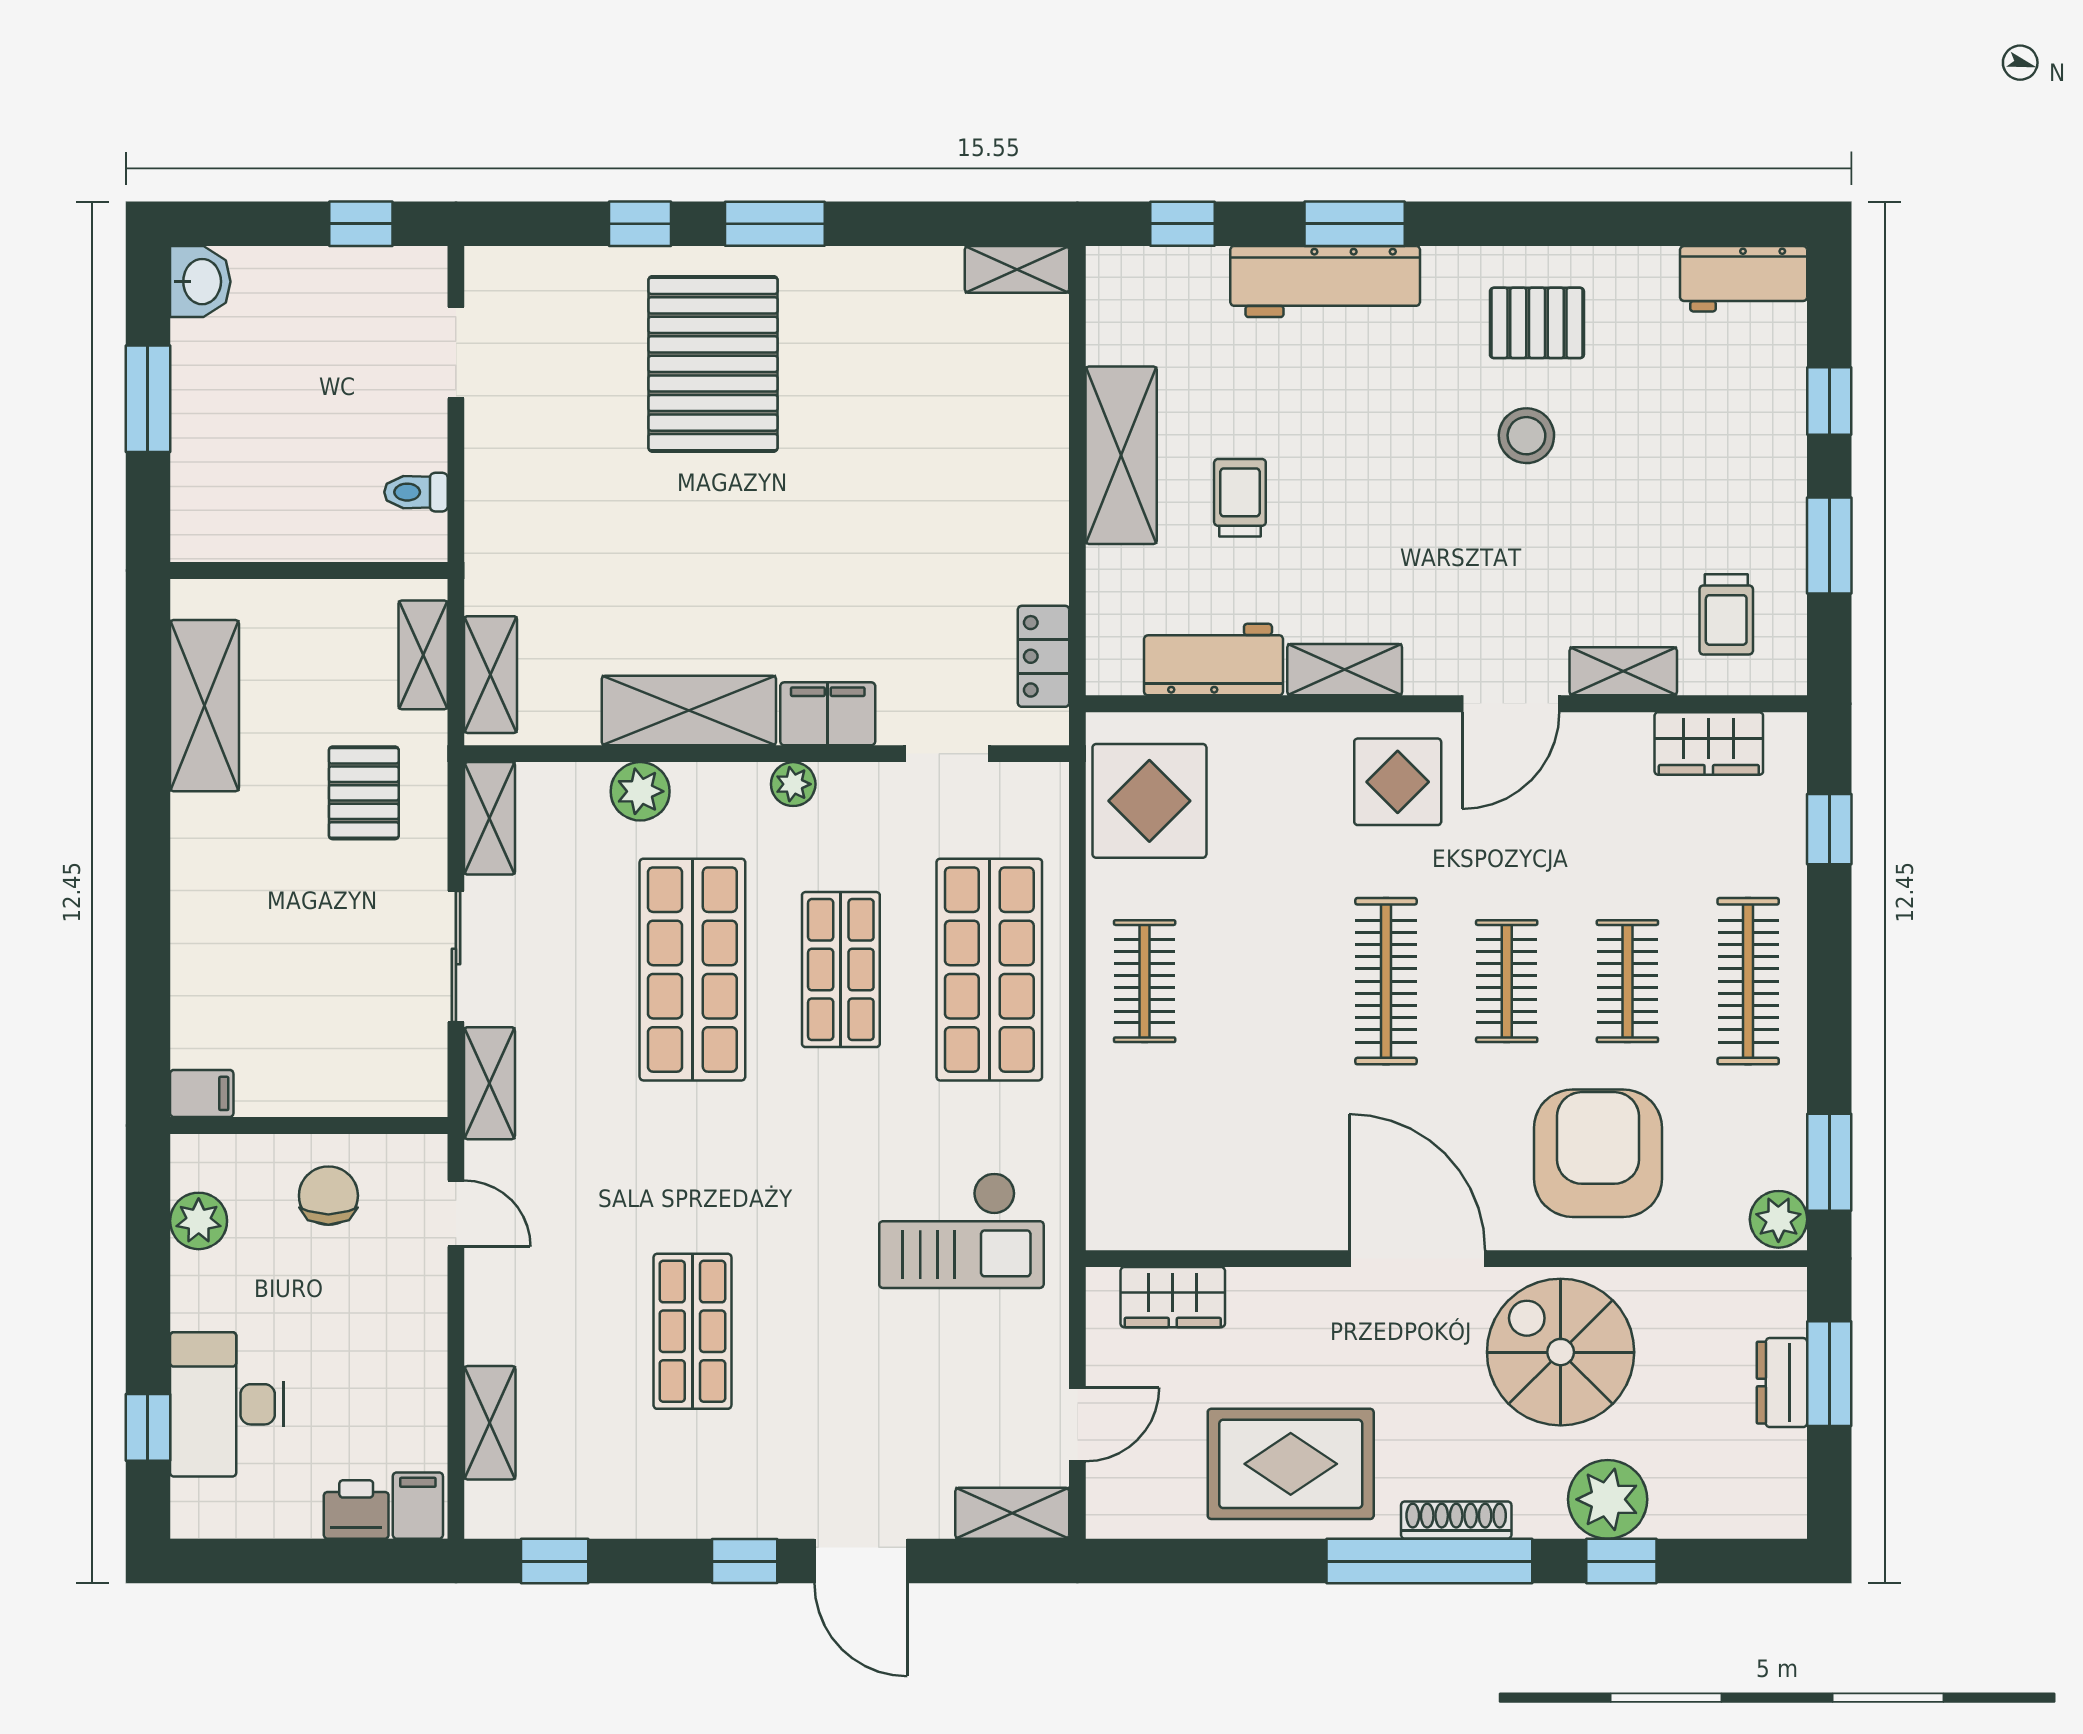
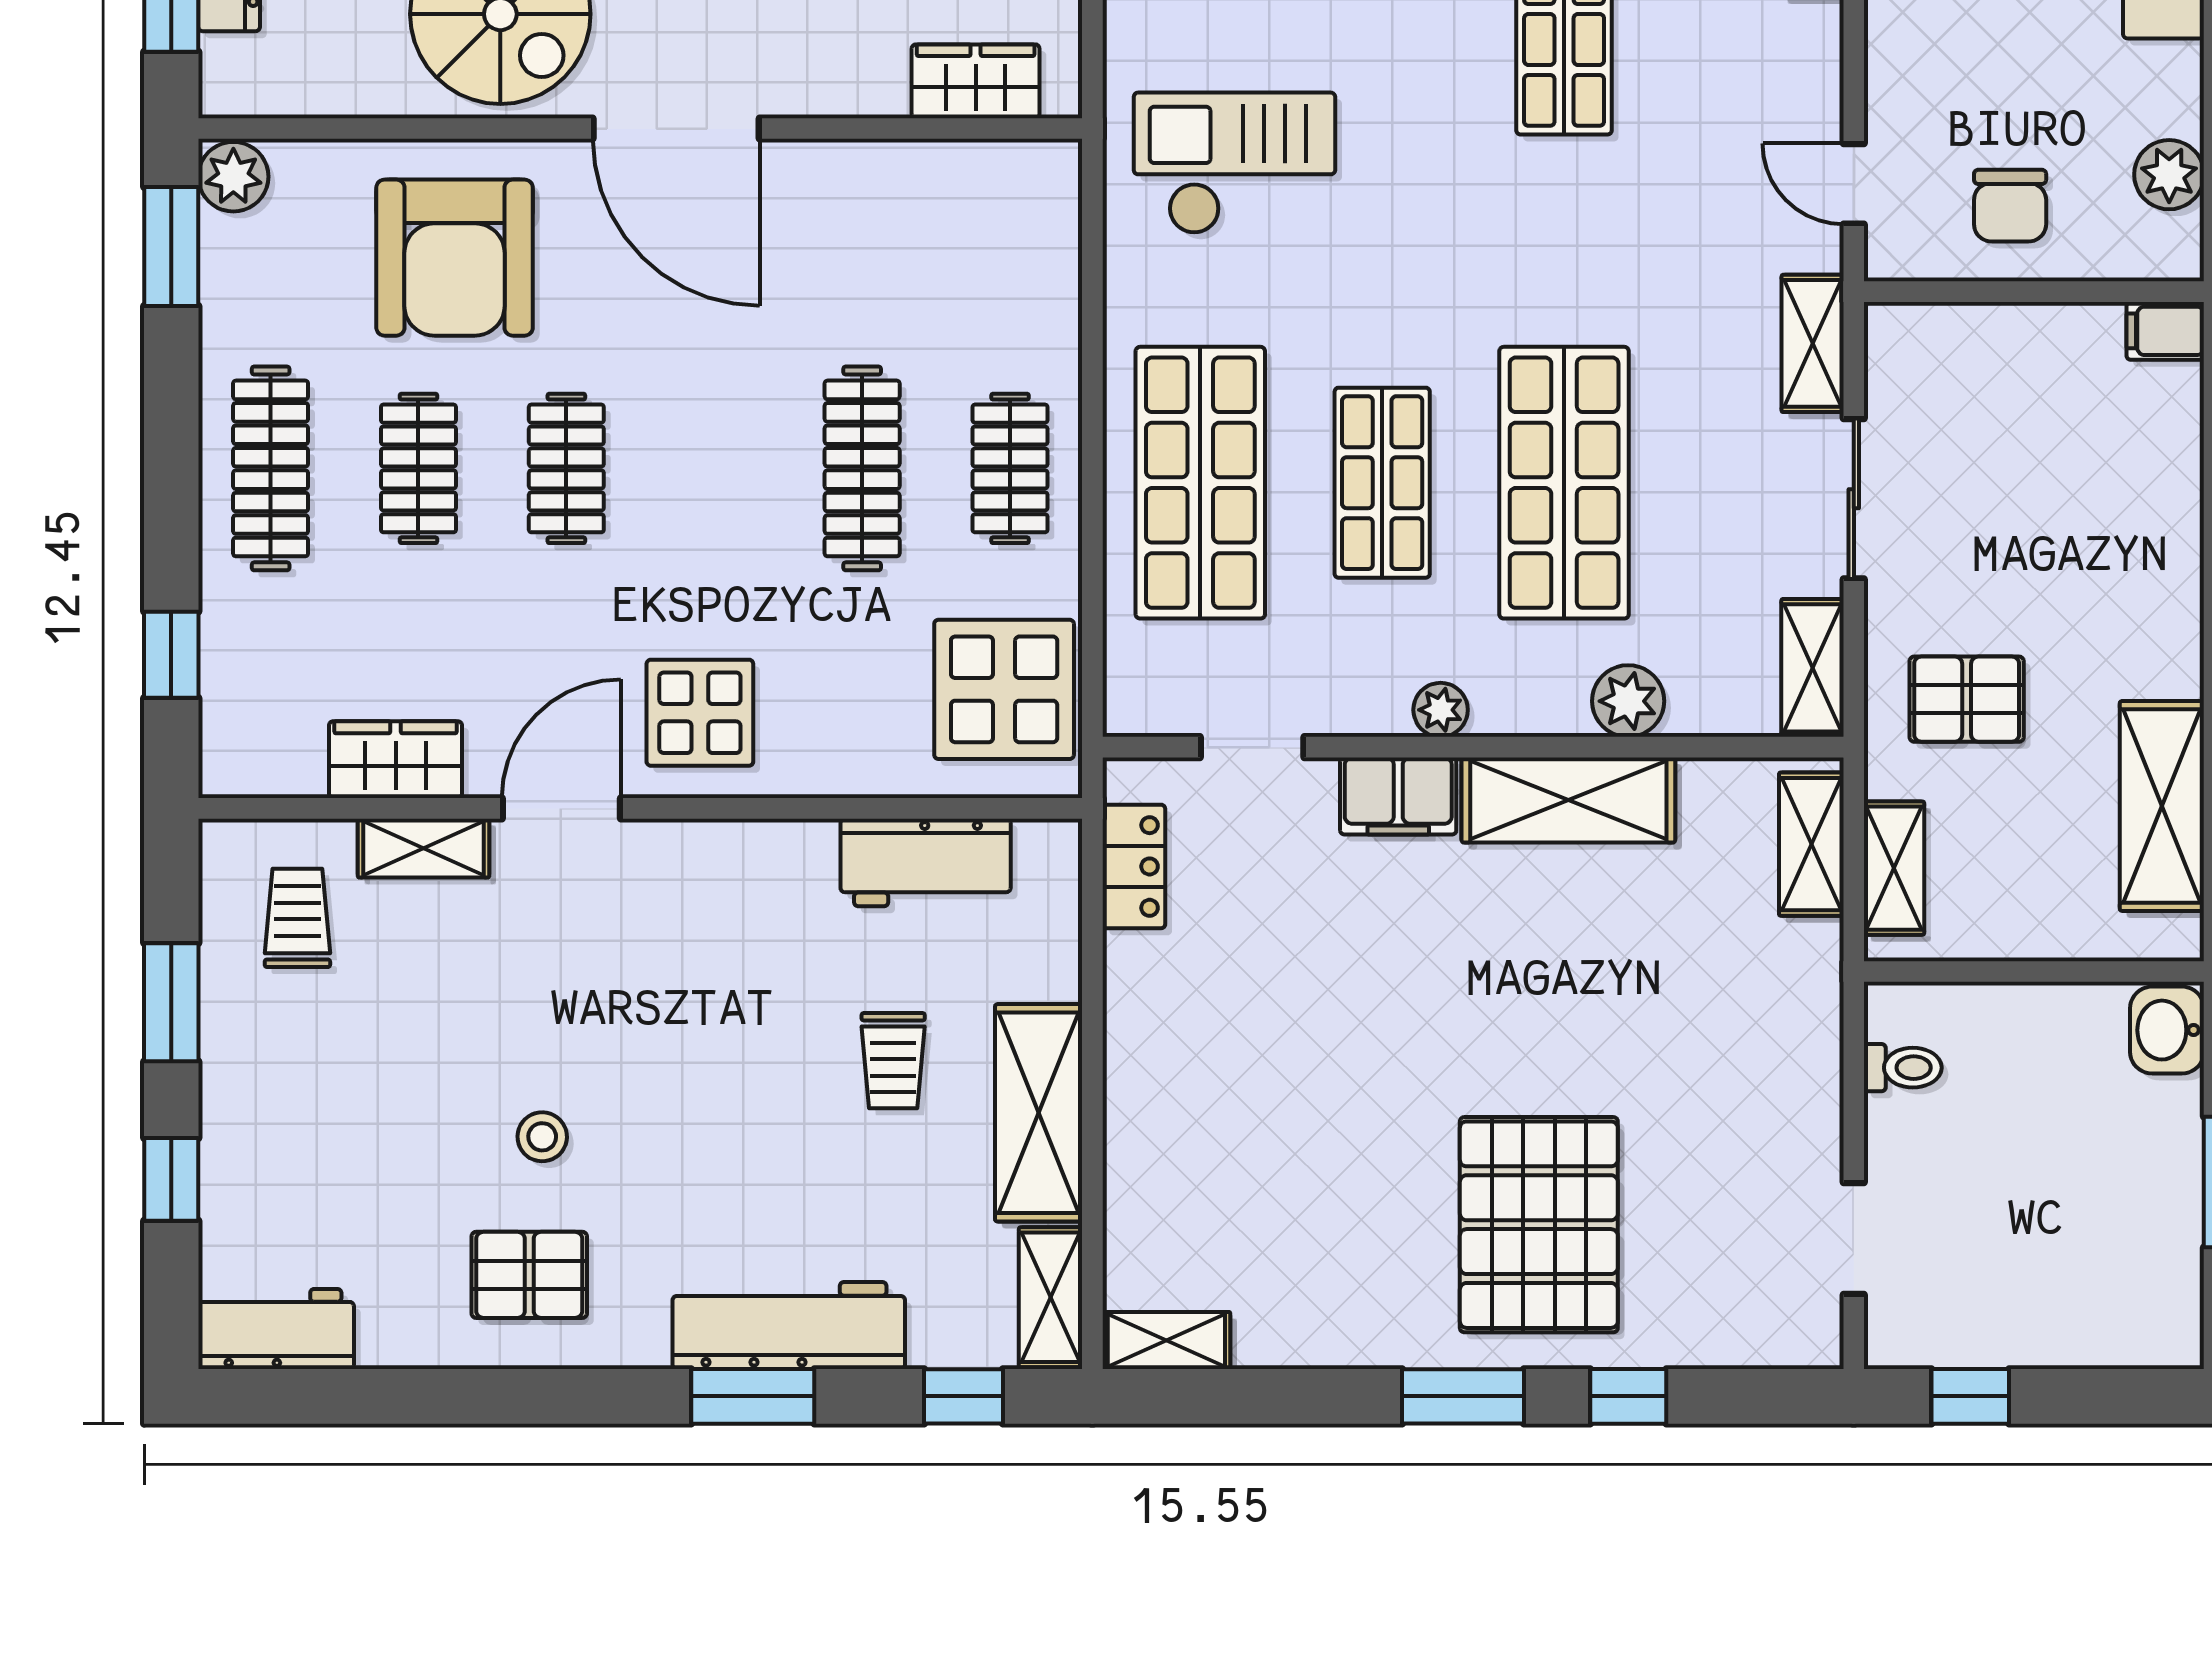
washbasin: (200, 282) -> (2167, 1030), moved
stool: (1526, 436) -> (542, 1137), width x0.73, depth x0.73
shelving: (1345, 670) -> (1051, 1297), moved, turned 90
wardrobe: (1709, 743) -> (396, 760), moved
pallet: (364, 793) -> (1967, 699), turned 90
clothes rail: (1386, 981) -> (862, 468), moved

